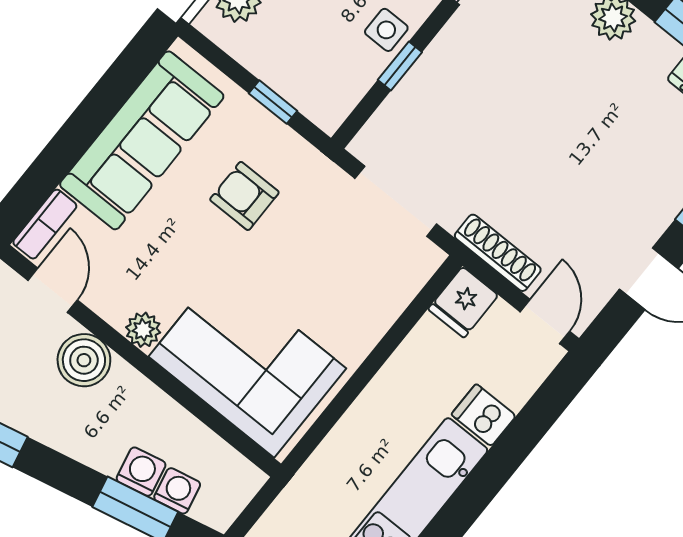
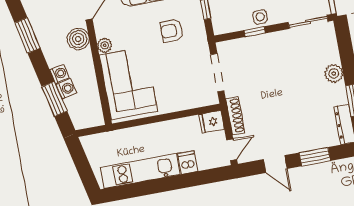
armchair: (244, 196) -> (172, 31), turned -90
washing machine: (177, 491) -> (59, 74), moved

